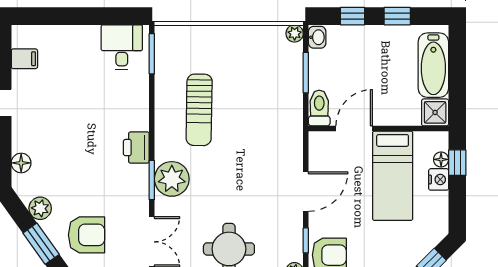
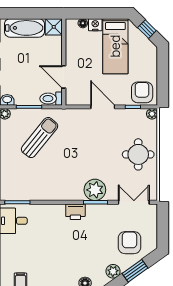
sun lounger: (199, 110) -> (40, 138), moved, turned -52
window: (457, 163) -> (85, 13), removed
bed: (393, 176) -> (115, 46), moved, turned 90

